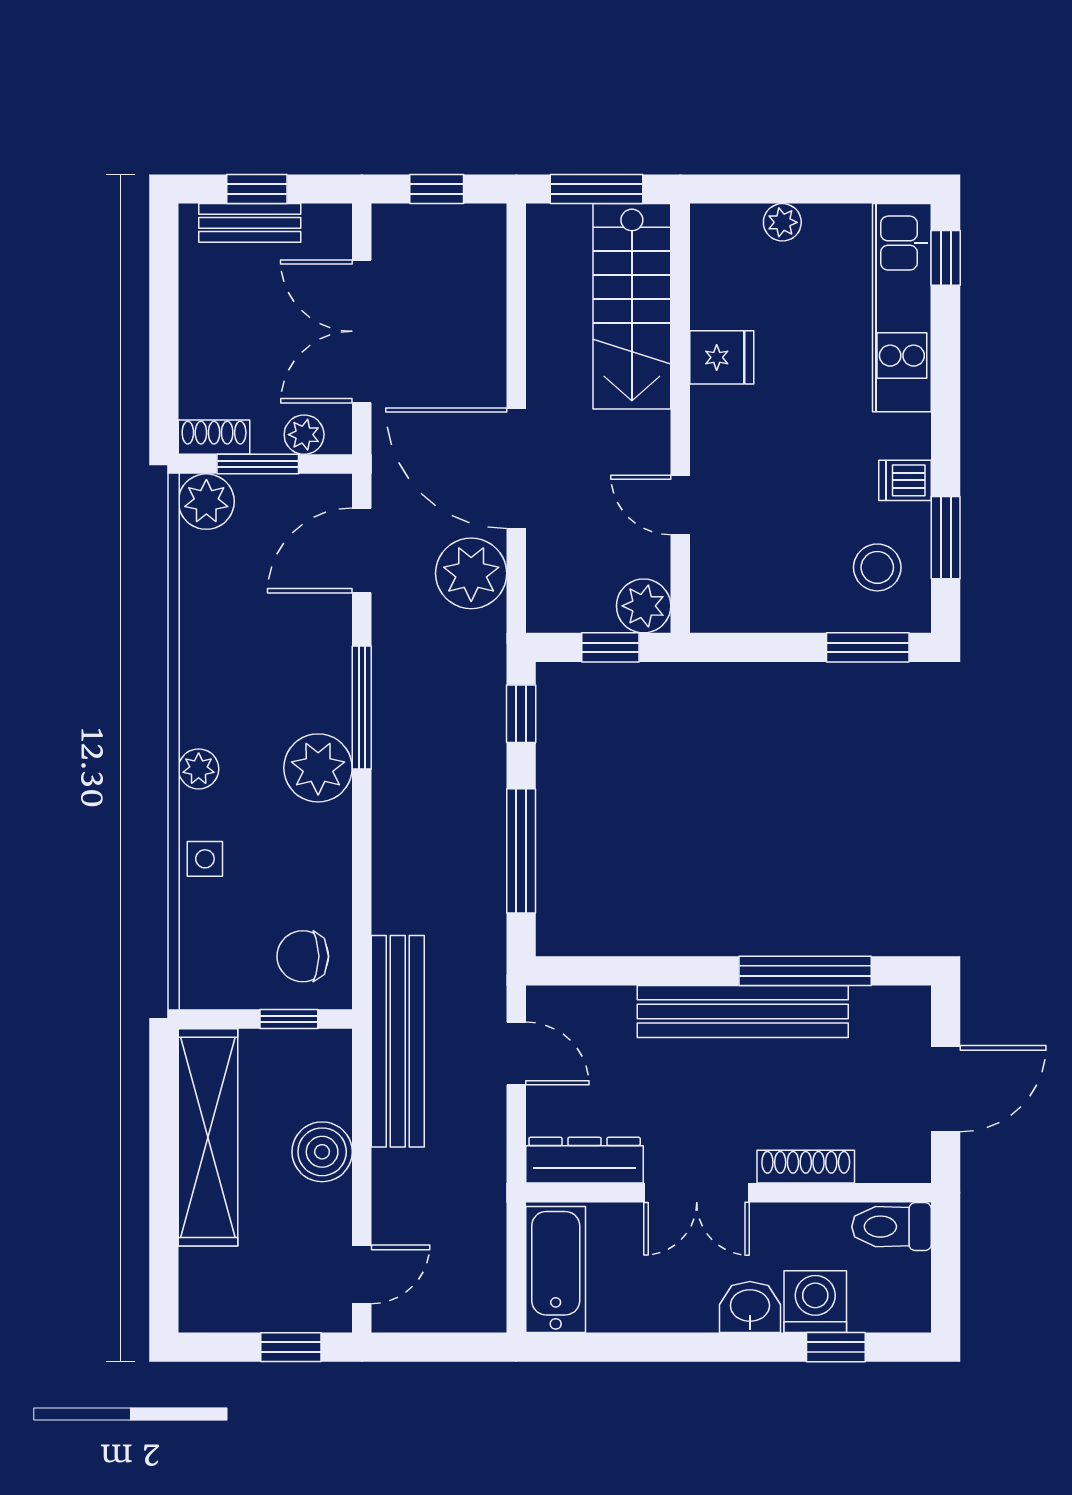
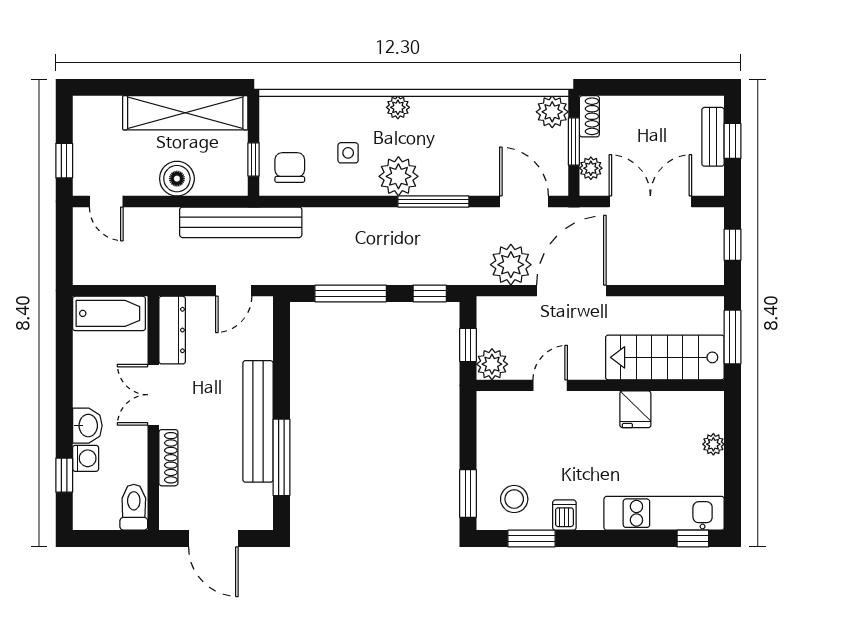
side table: (205, 859) -> (348, 153), moved
washing machine: (815, 1302) -> (86, 458), width x0.73, depth x0.73

